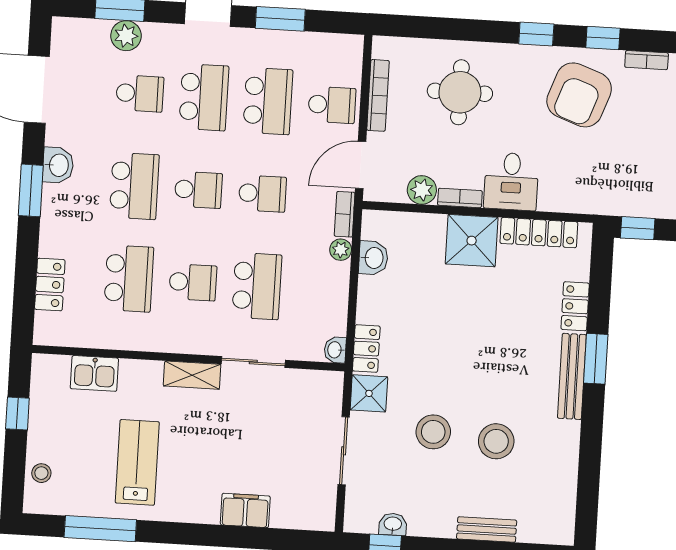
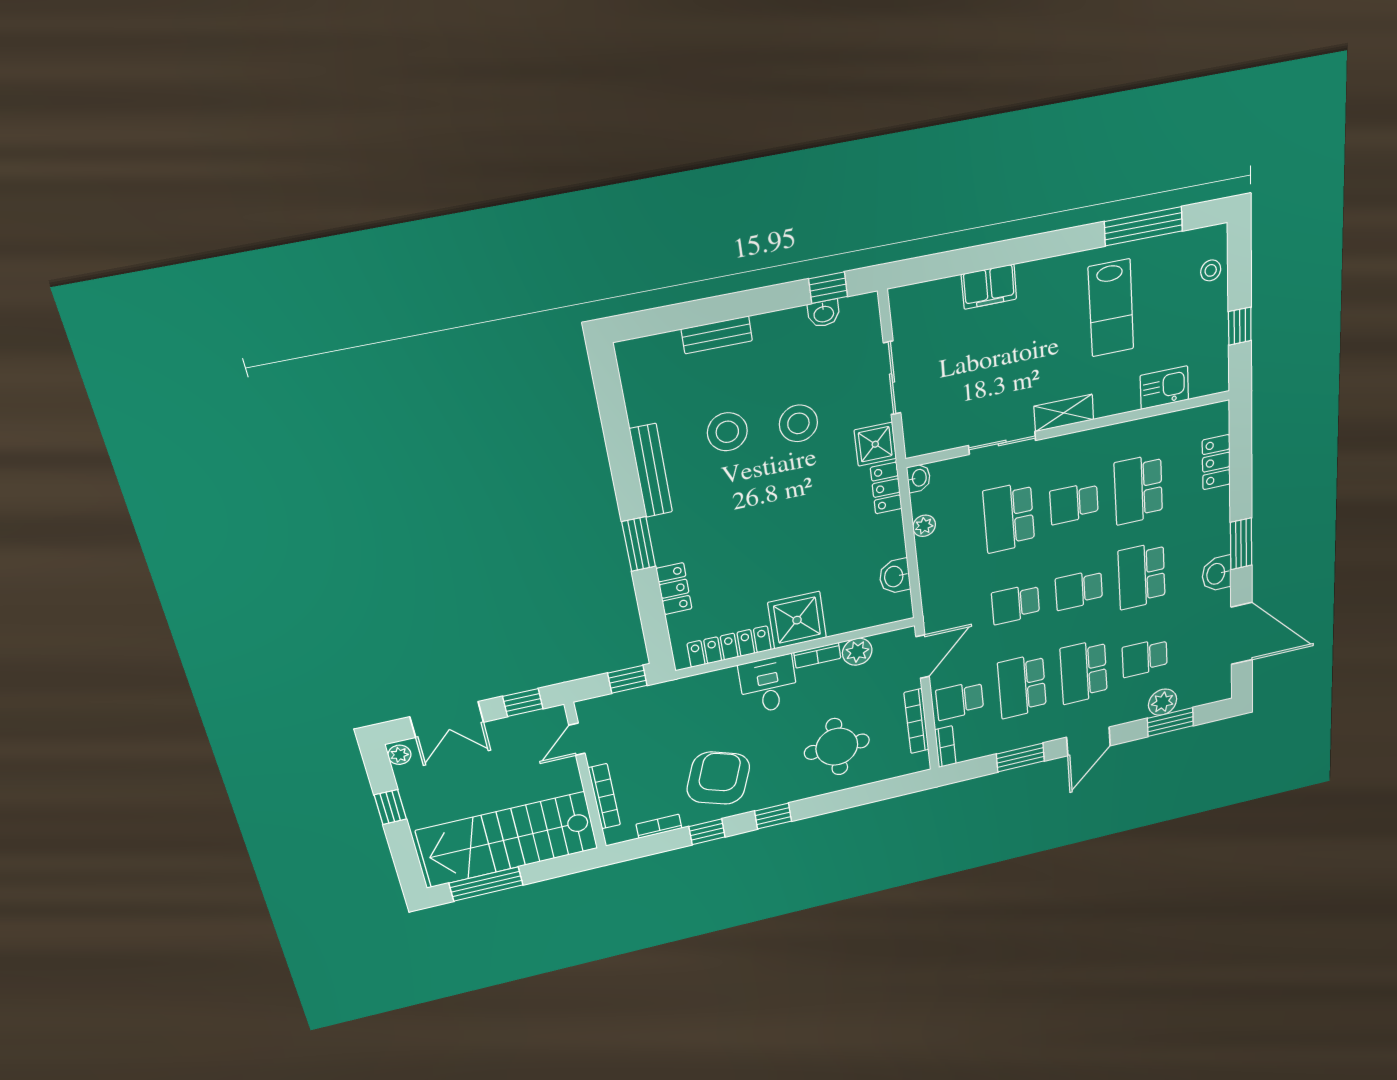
bookcase: (345, 214) -> (945, 747), moved
plant: (341, 250) -> (924, 526), moved
bench: (572, 376) -> (651, 471), moved

